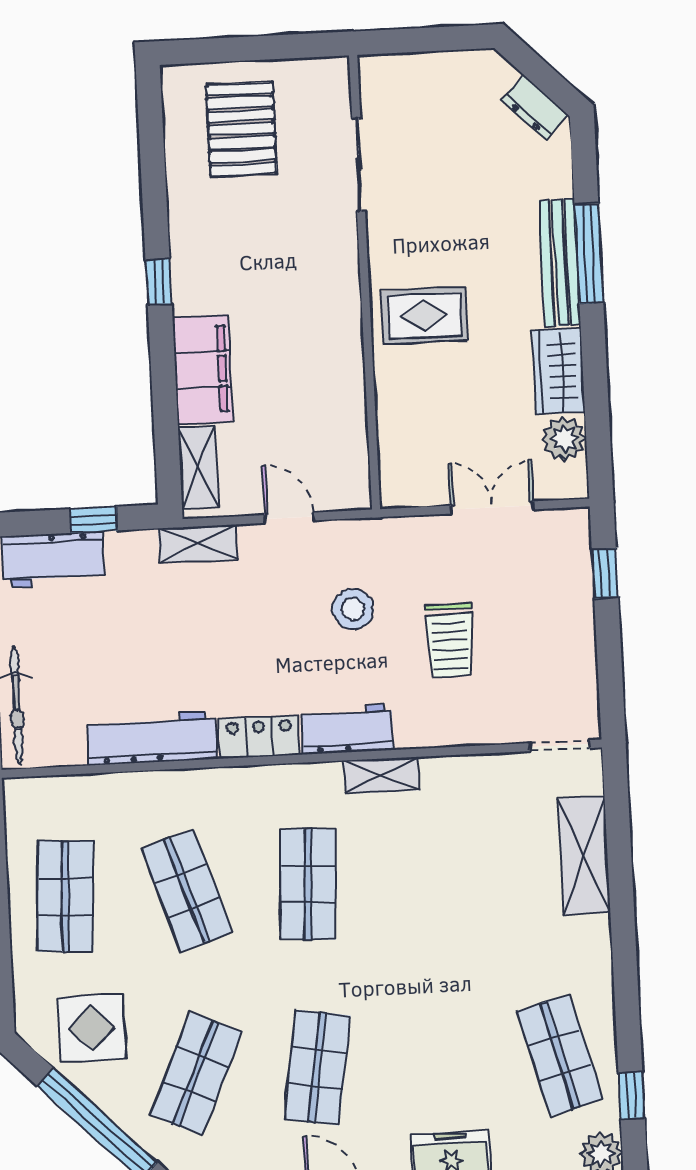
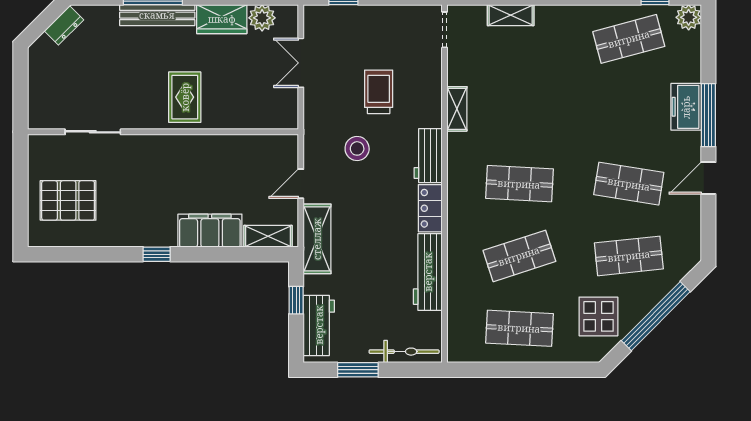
shelving: (198, 544) -> (317, 239), width x1.50, depth x1.33
trolley: (450, 640) -> (379, 92), turned -90
shelving: (382, 775) -> (457, 109), moved
shelving: (584, 855) -> (511, 15), width x0.67, depth x0.75
shop shelf: (196, 1074) -> (629, 256), turned -30

